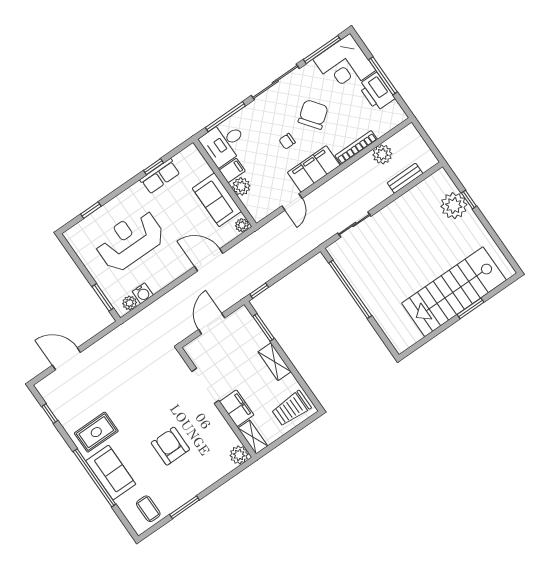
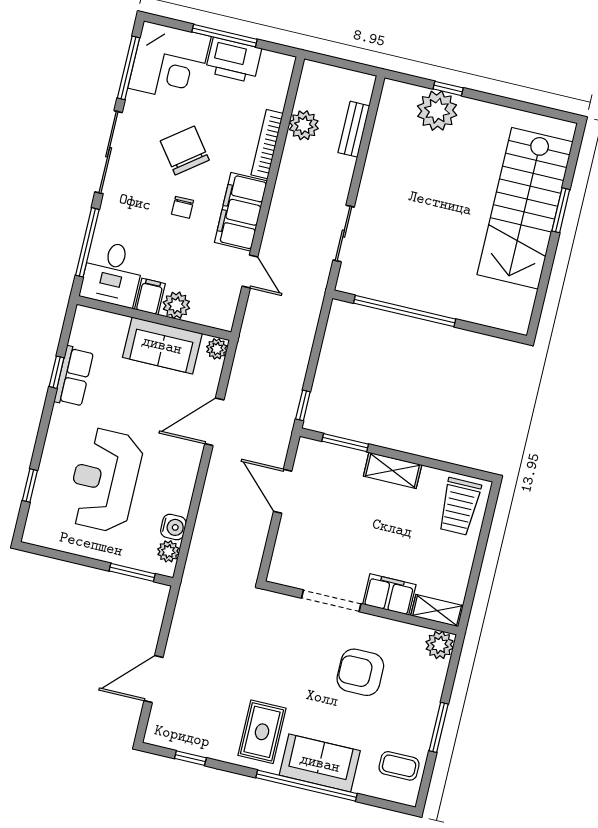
doorway: (205, 386) -> (331, 601), moved
wall: (217, 402) -> (361, 608), moved
filing cabinet: (237, 408) -> (389, 594), moved
shelving: (253, 437) -> (437, 611), moved
plant: (239, 455) -> (440, 645), moved

